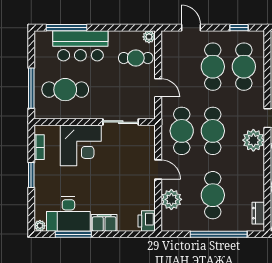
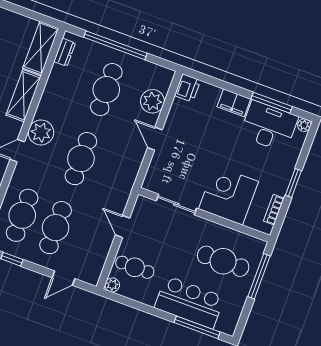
door: (191, 28) -> (64, 278), hinge flipped
cafe table: (182, 131) -> (114, 171), removed

